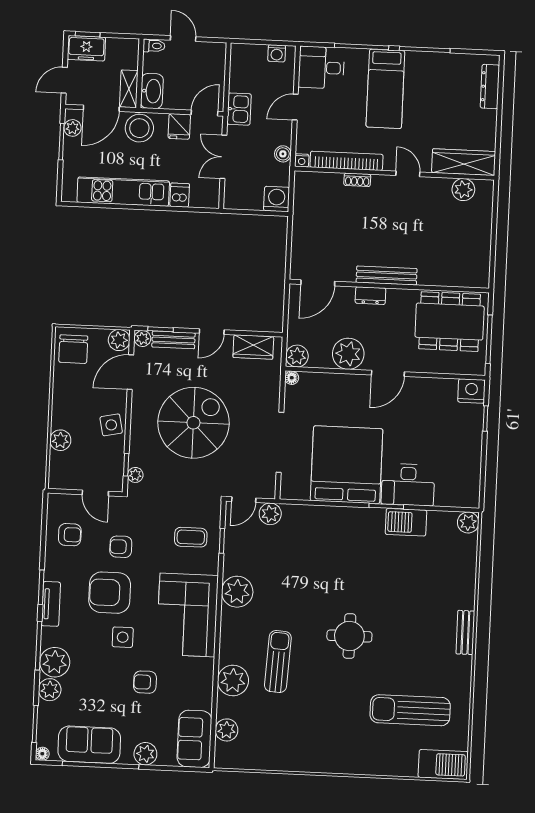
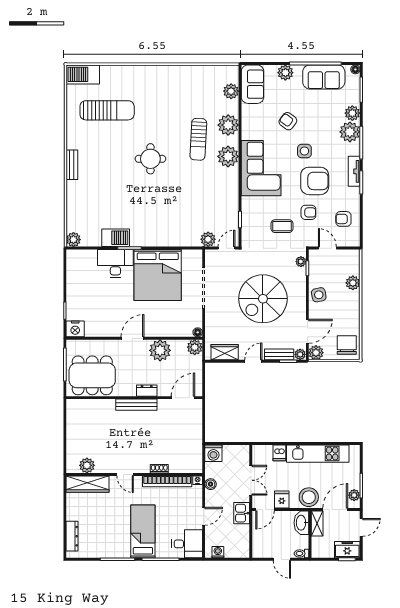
coffee table: (191, 537) -> (282, 226), moved
plant: (237, 592) -> (228, 156), moved
armchair: (145, 682) -> (288, 121), turned -143

